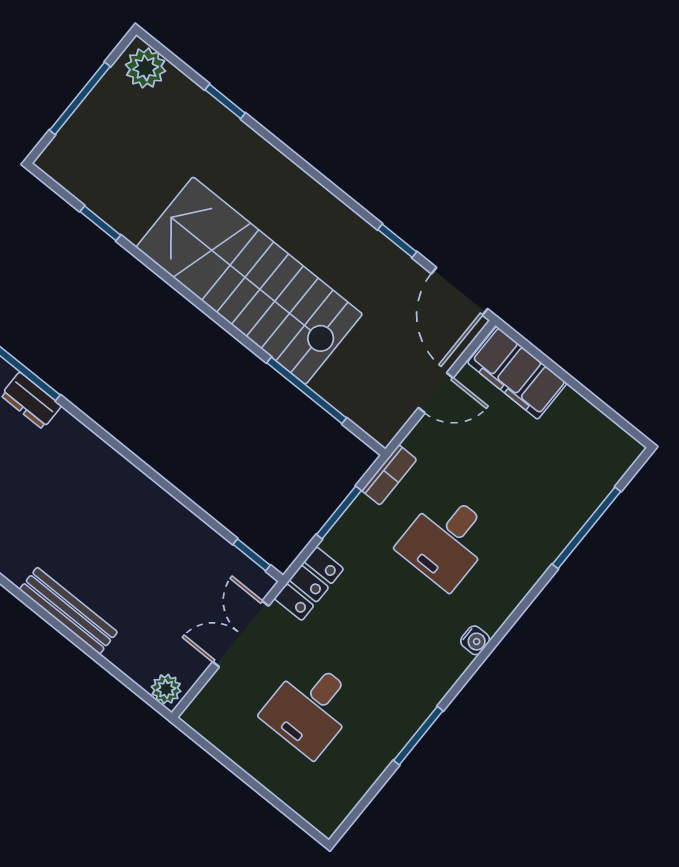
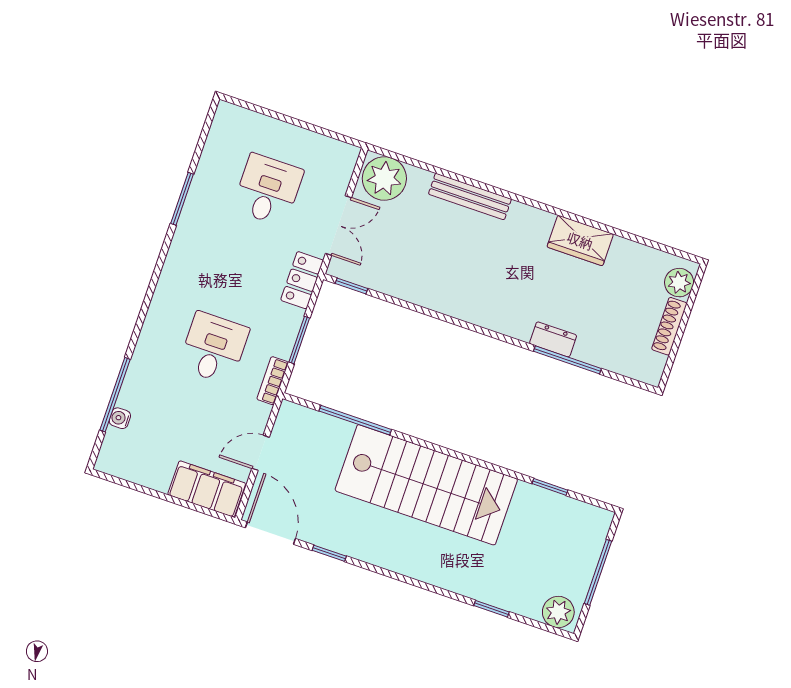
water cooler: (475, 640) -> (120, 418), moved
plant: (166, 689) -> (384, 178), width x1.87, depth x1.87

